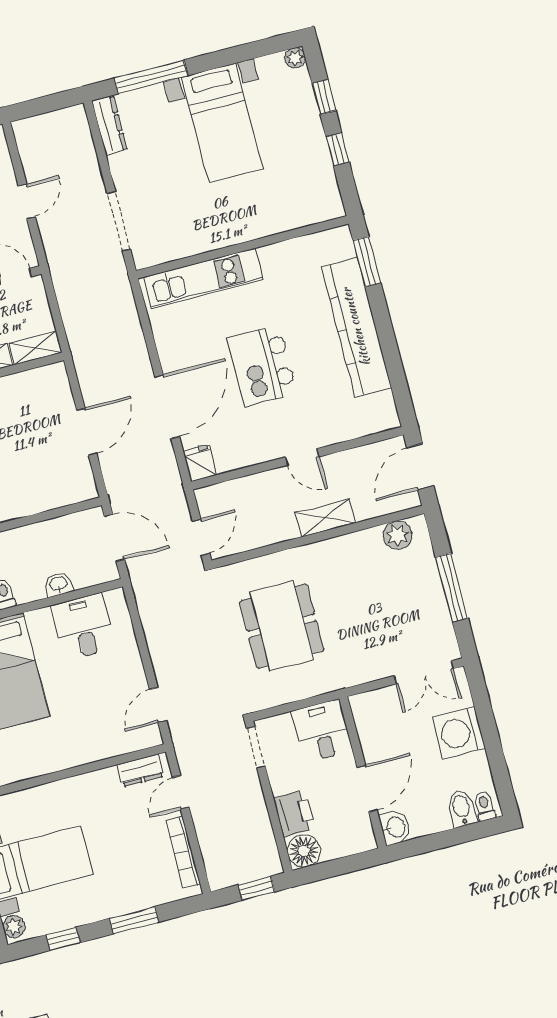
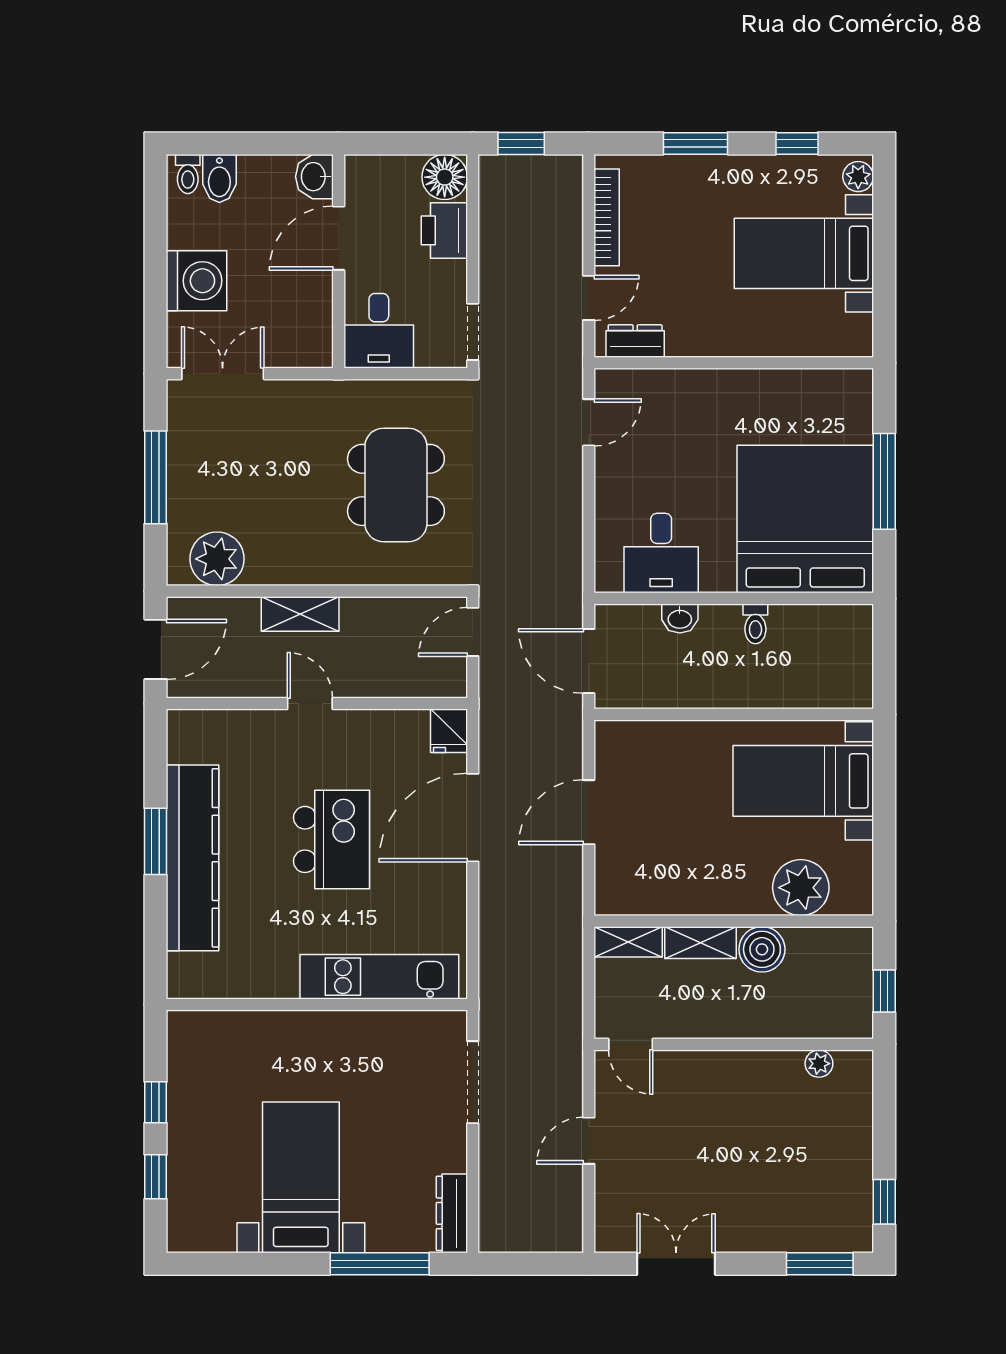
plant: (295, 58) -> (181, 1239), removed
window: (367, 262) -> (156, 841), moved
plant: (398, 535) -> (217, 559), width x1.36, depth x1.36

